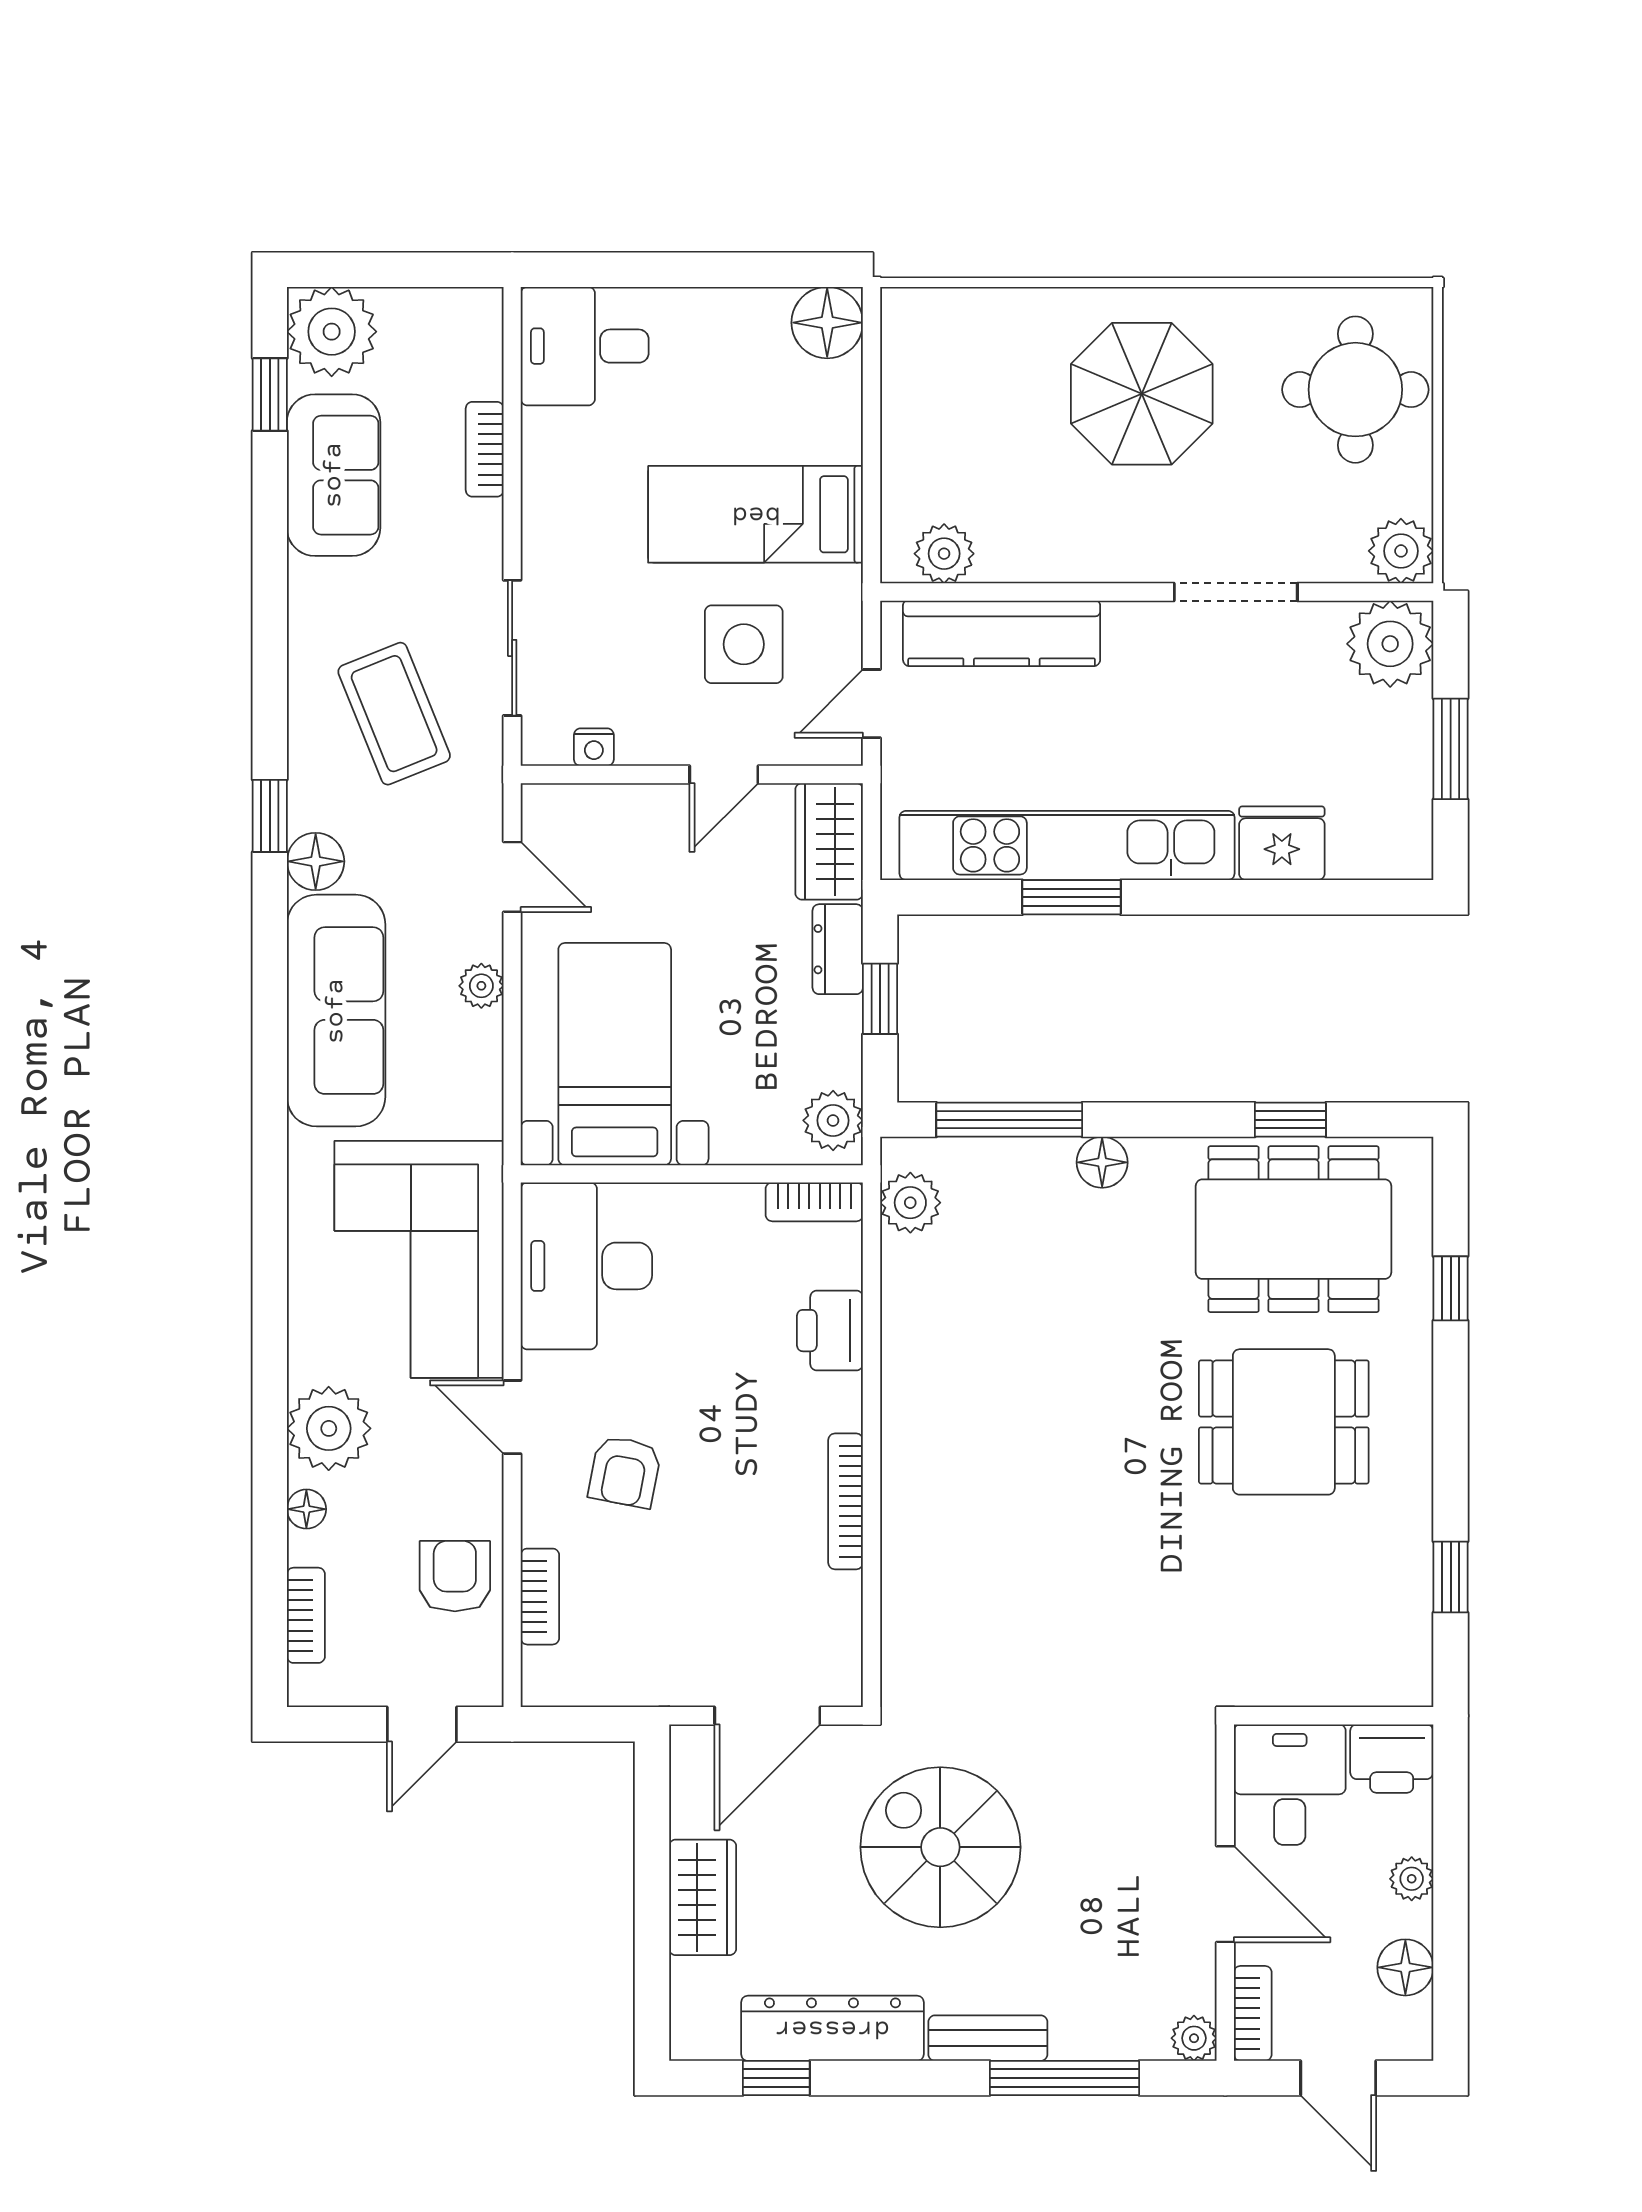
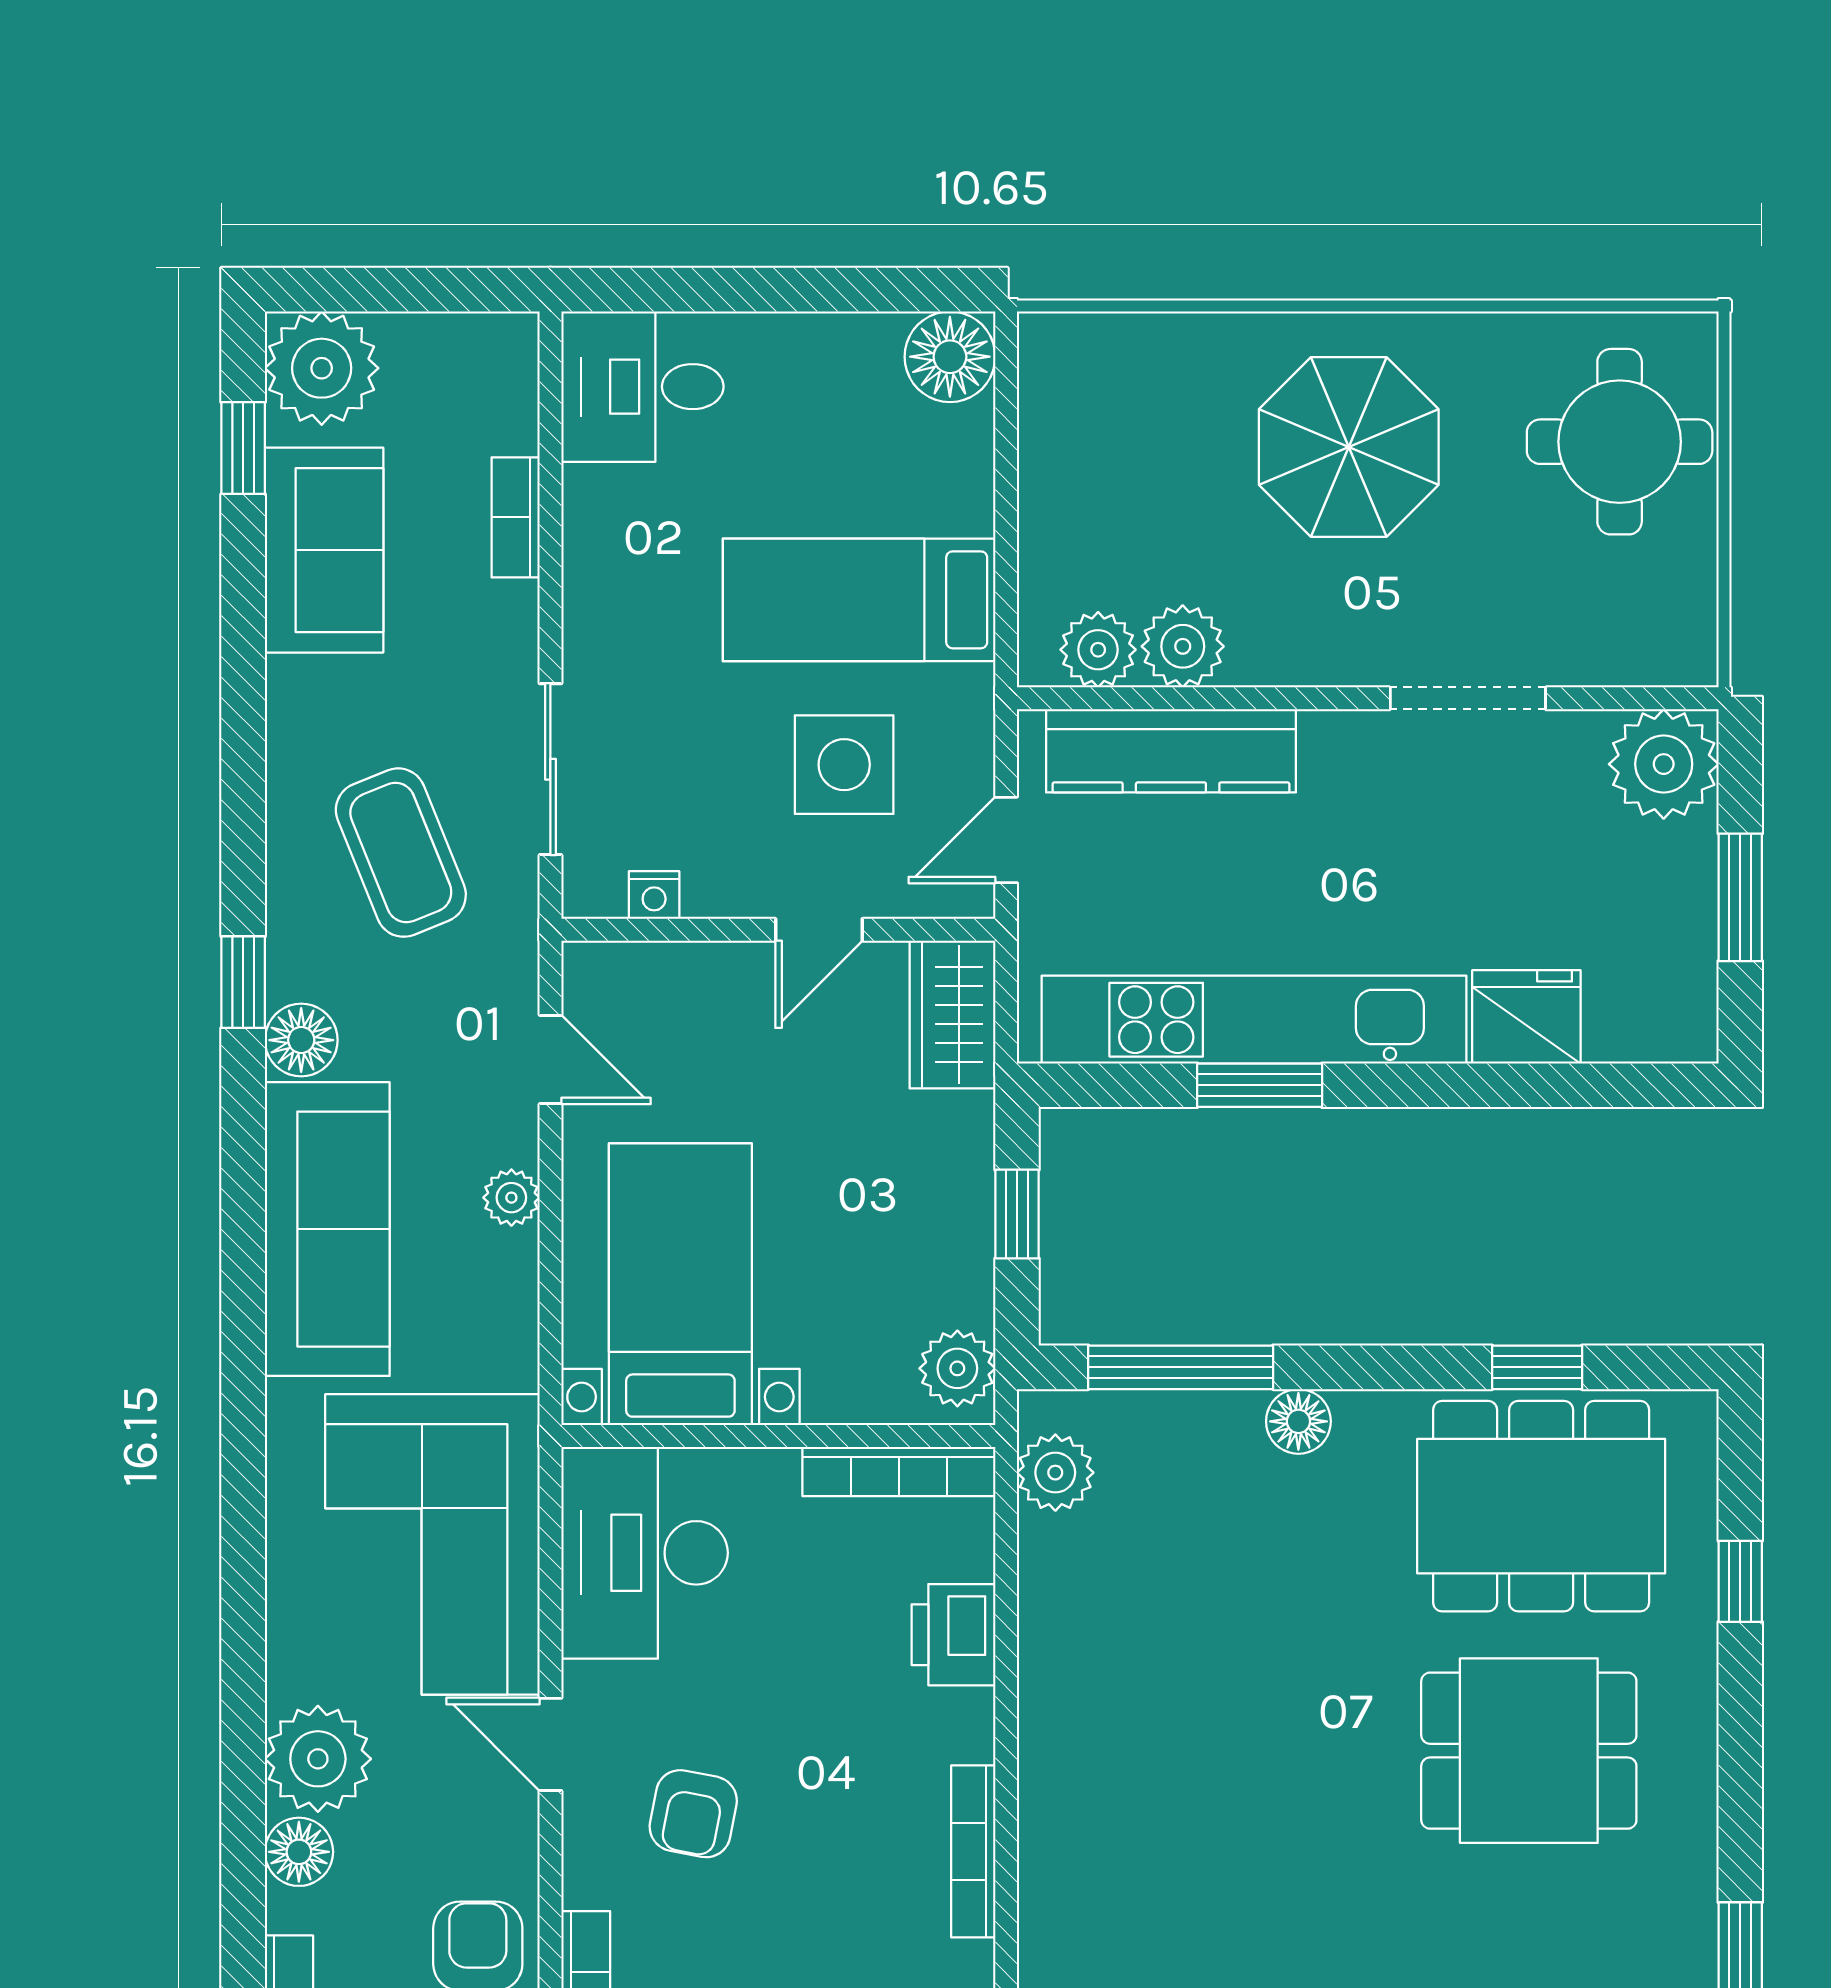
plant: (1401, 551) -> (1183, 646), moved
dresser: (838, 949) -> (963, 1151), removed
bookcase: (814, 1202) -> (899, 1472), width x1.56
floor lamp: (306, 1509) -> (299, 1852), width x1.37, depth x1.37

